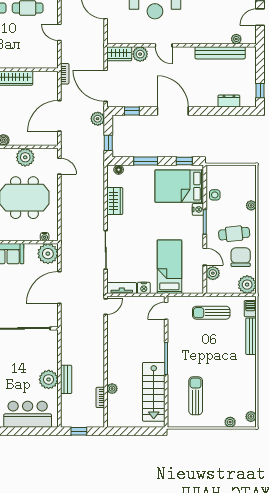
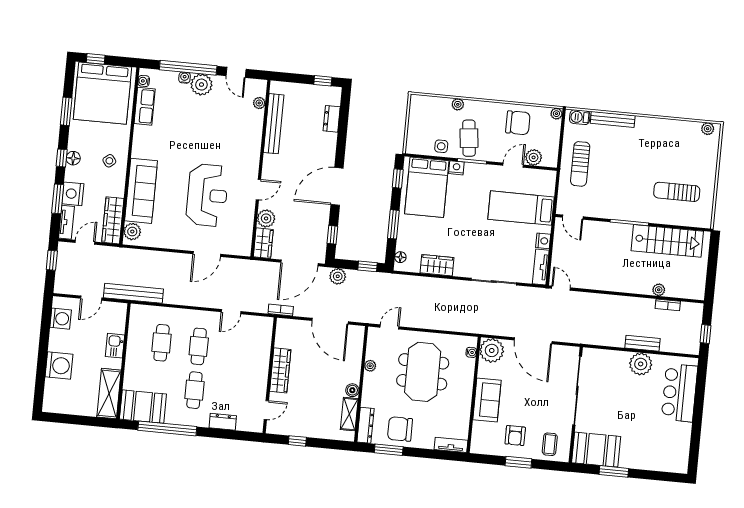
plant: (25, 157) -> (370, 366), width x0.53, depth x0.53
cafe table: (234, 234) -> (469, 138), moved
chair: (241, 257) -> (518, 123), turned 180
plant: (247, 285) -> (556, 114), width x0.53, depth x0.53
plant: (230, 422) -> (712, 154), removed

